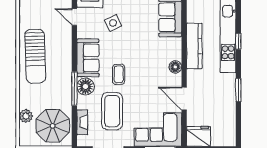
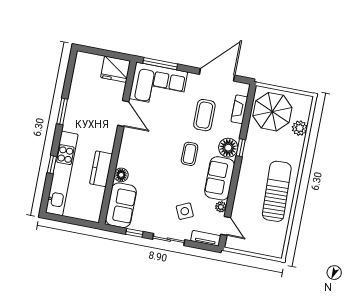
plant: (82, 33) -> (221, 207), added
kitchen counter: (194, 46) -> (101, 169), width x0.67
floor lamp: (175, 67) -> (121, 175), moved
window: (74, 89) -> (241, 148), width x0.46
coffee table: (112, 111) -> (204, 115), width x0.73, depth x0.76

